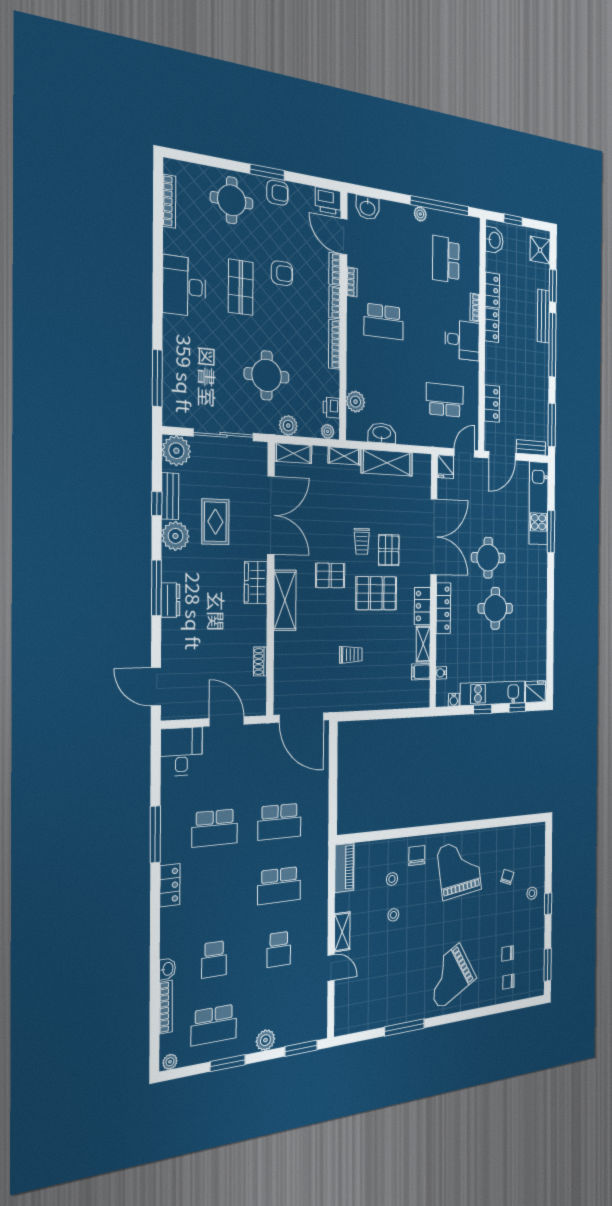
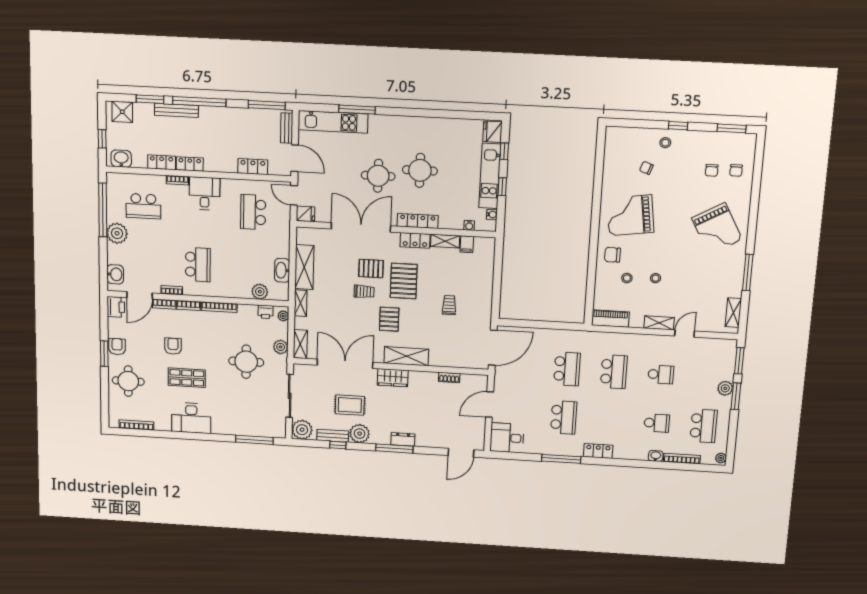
plant: (420, 214) -> (117, 233), width x1.88, depth x1.88
shelving: (359, 1023) -> (733, 313), added
window: (228, 1063) -> (736, 396), moved

